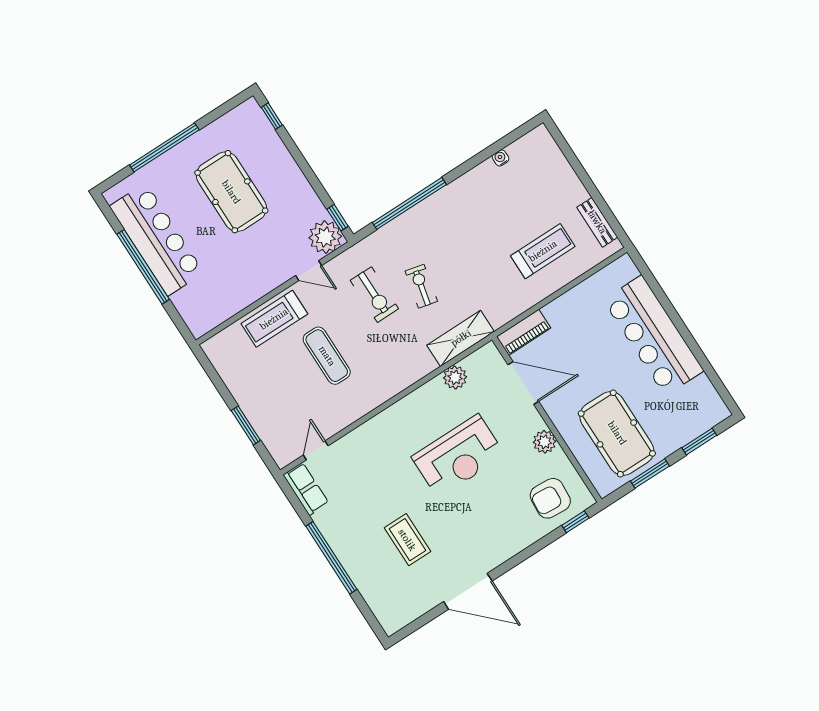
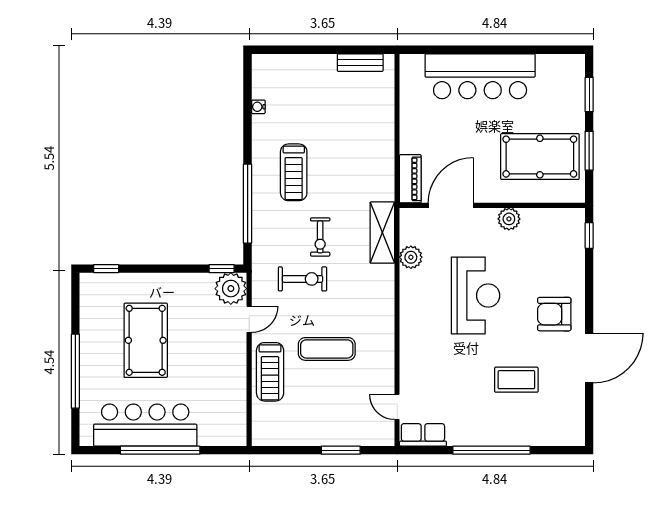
pool table: (231, 192) -> (146, 340), turned 90
treadmill: (543, 251) -> (294, 172), moved, turned 180
exercise bike: (421, 286) -> (320, 237), turned -103
armchair: (550, 498) -> (554, 314), moved, turned 86

